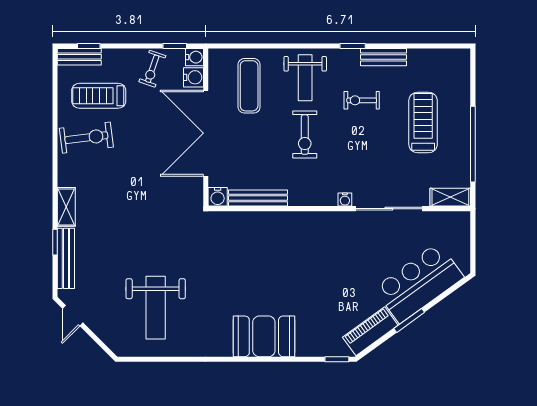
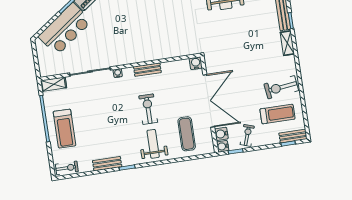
exercise bike: (362, 100) -> (67, 168), moved
treadmill: (423, 123) -> (64, 129), moved
bench: (258, 198) -> (147, 70), moved, width x0.73

